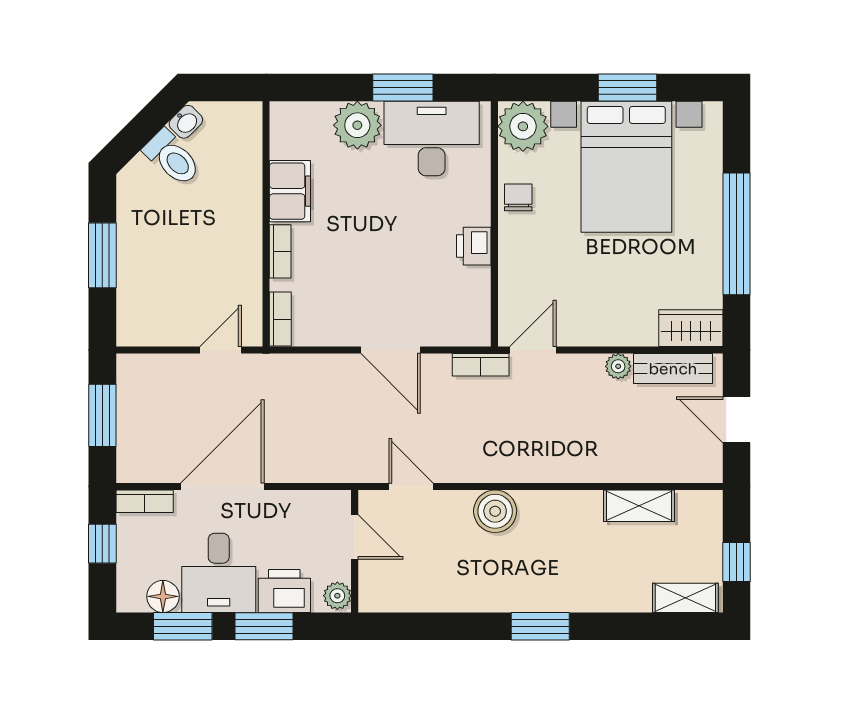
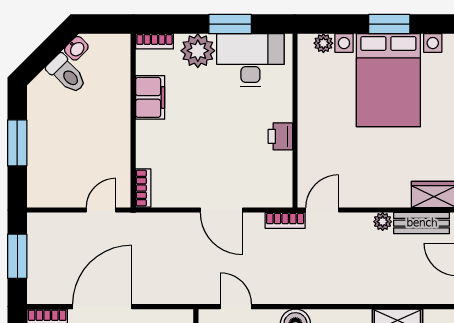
plant: (523, 126) -> (323, 43), width x0.53, depth x0.53
chair: (518, 197) -> (312, 102), removed
bookcase: (280, 251) -> (154, 41), moved, turned 90

